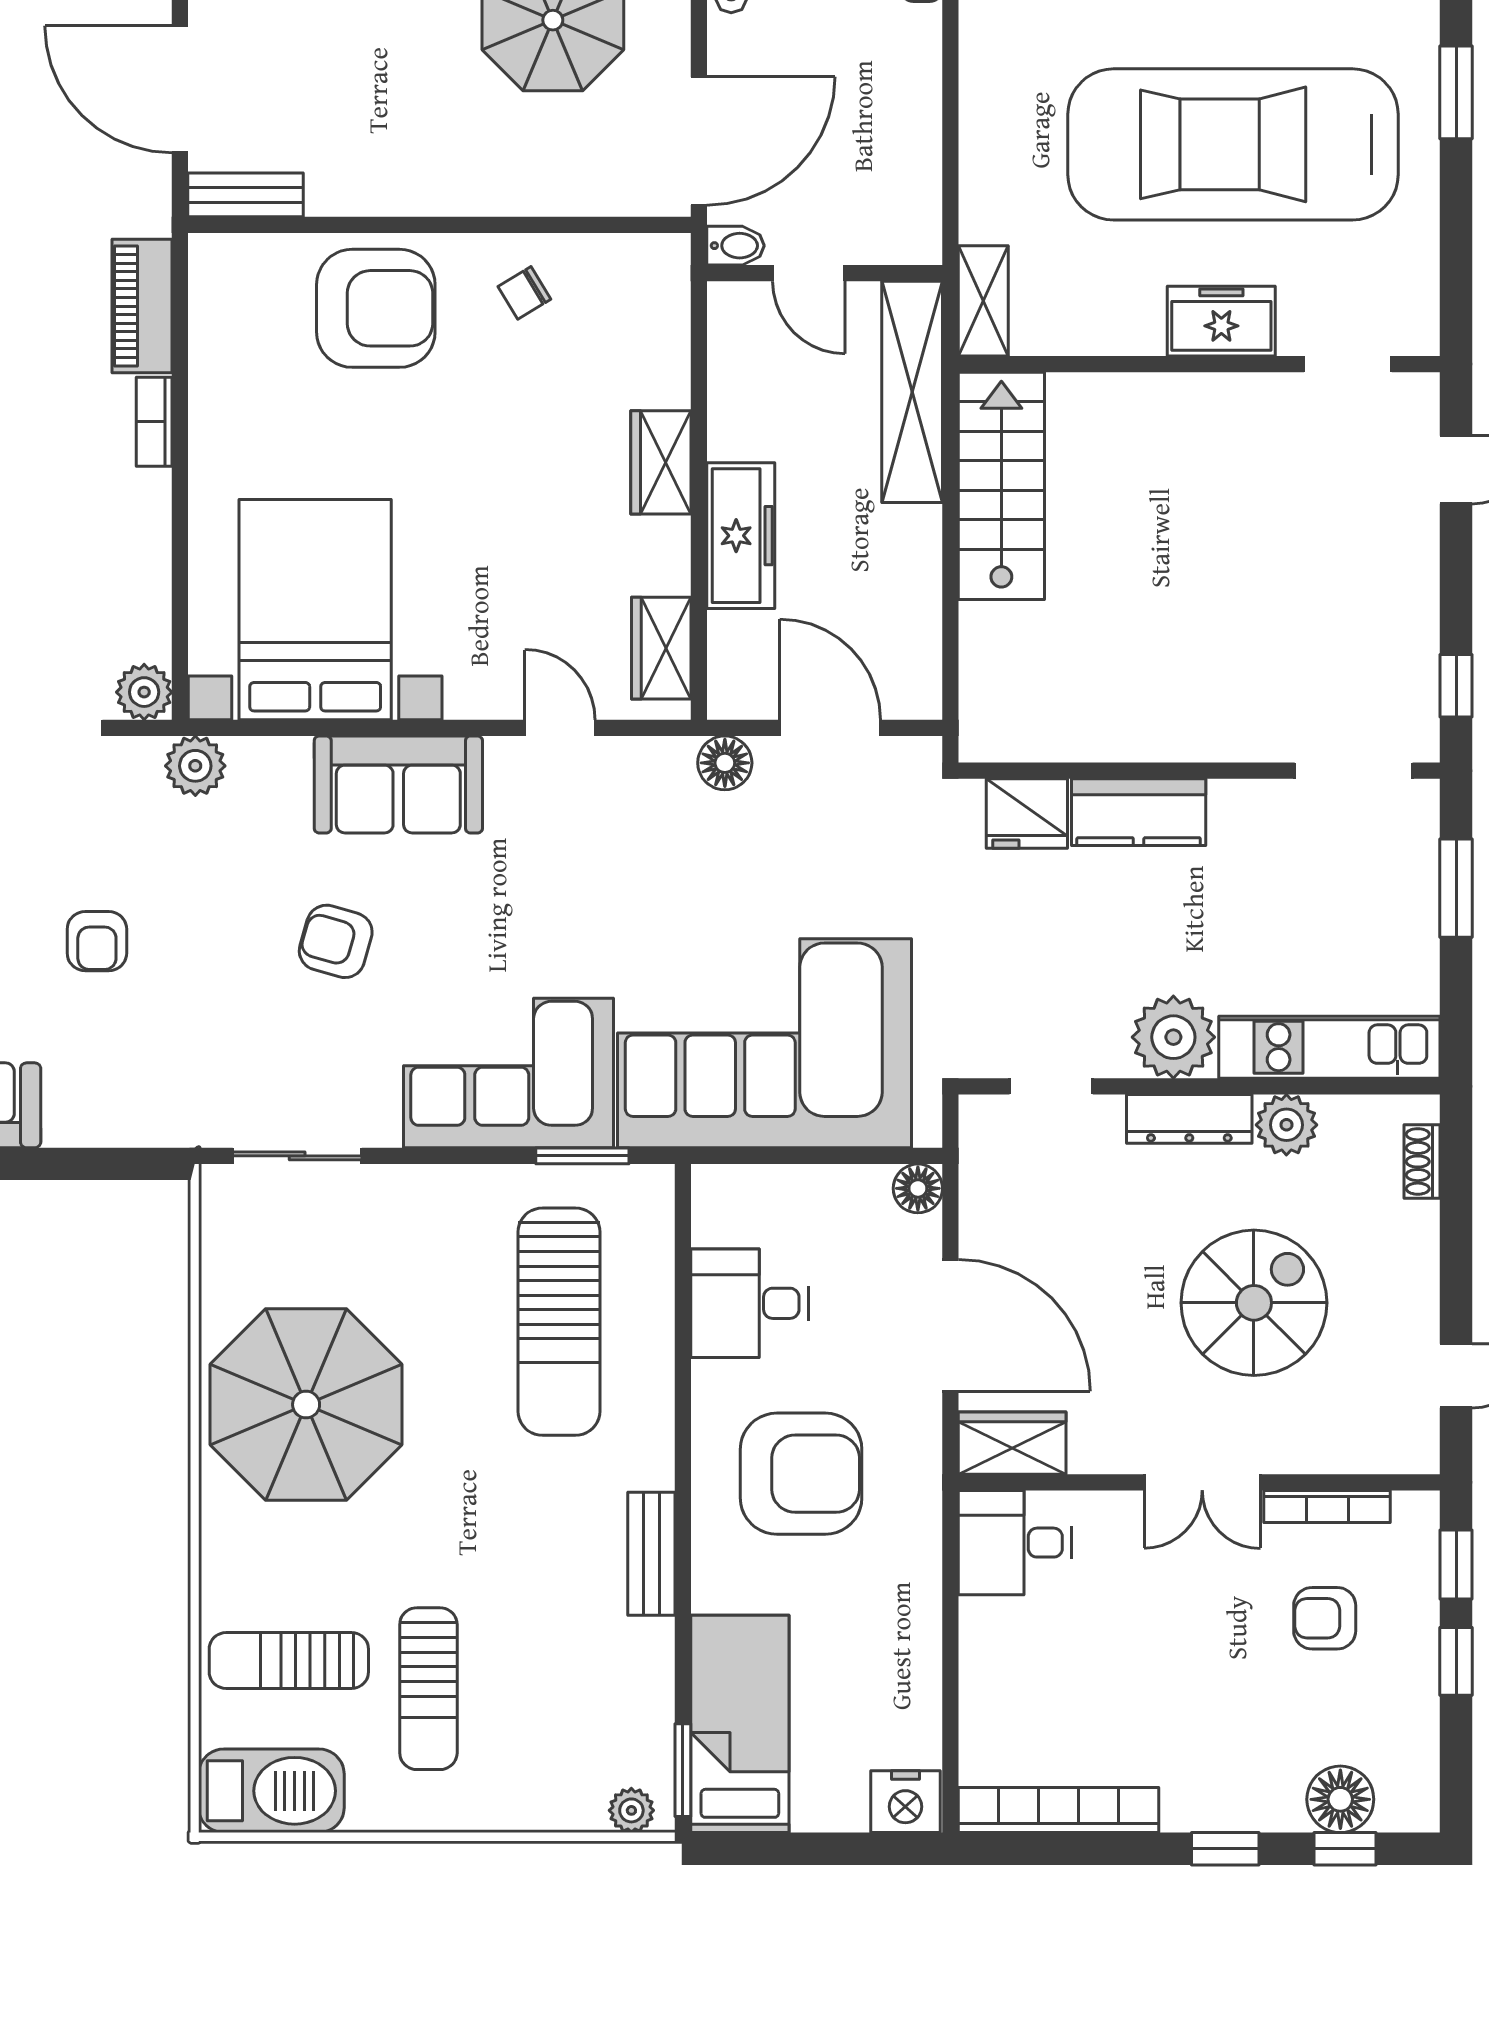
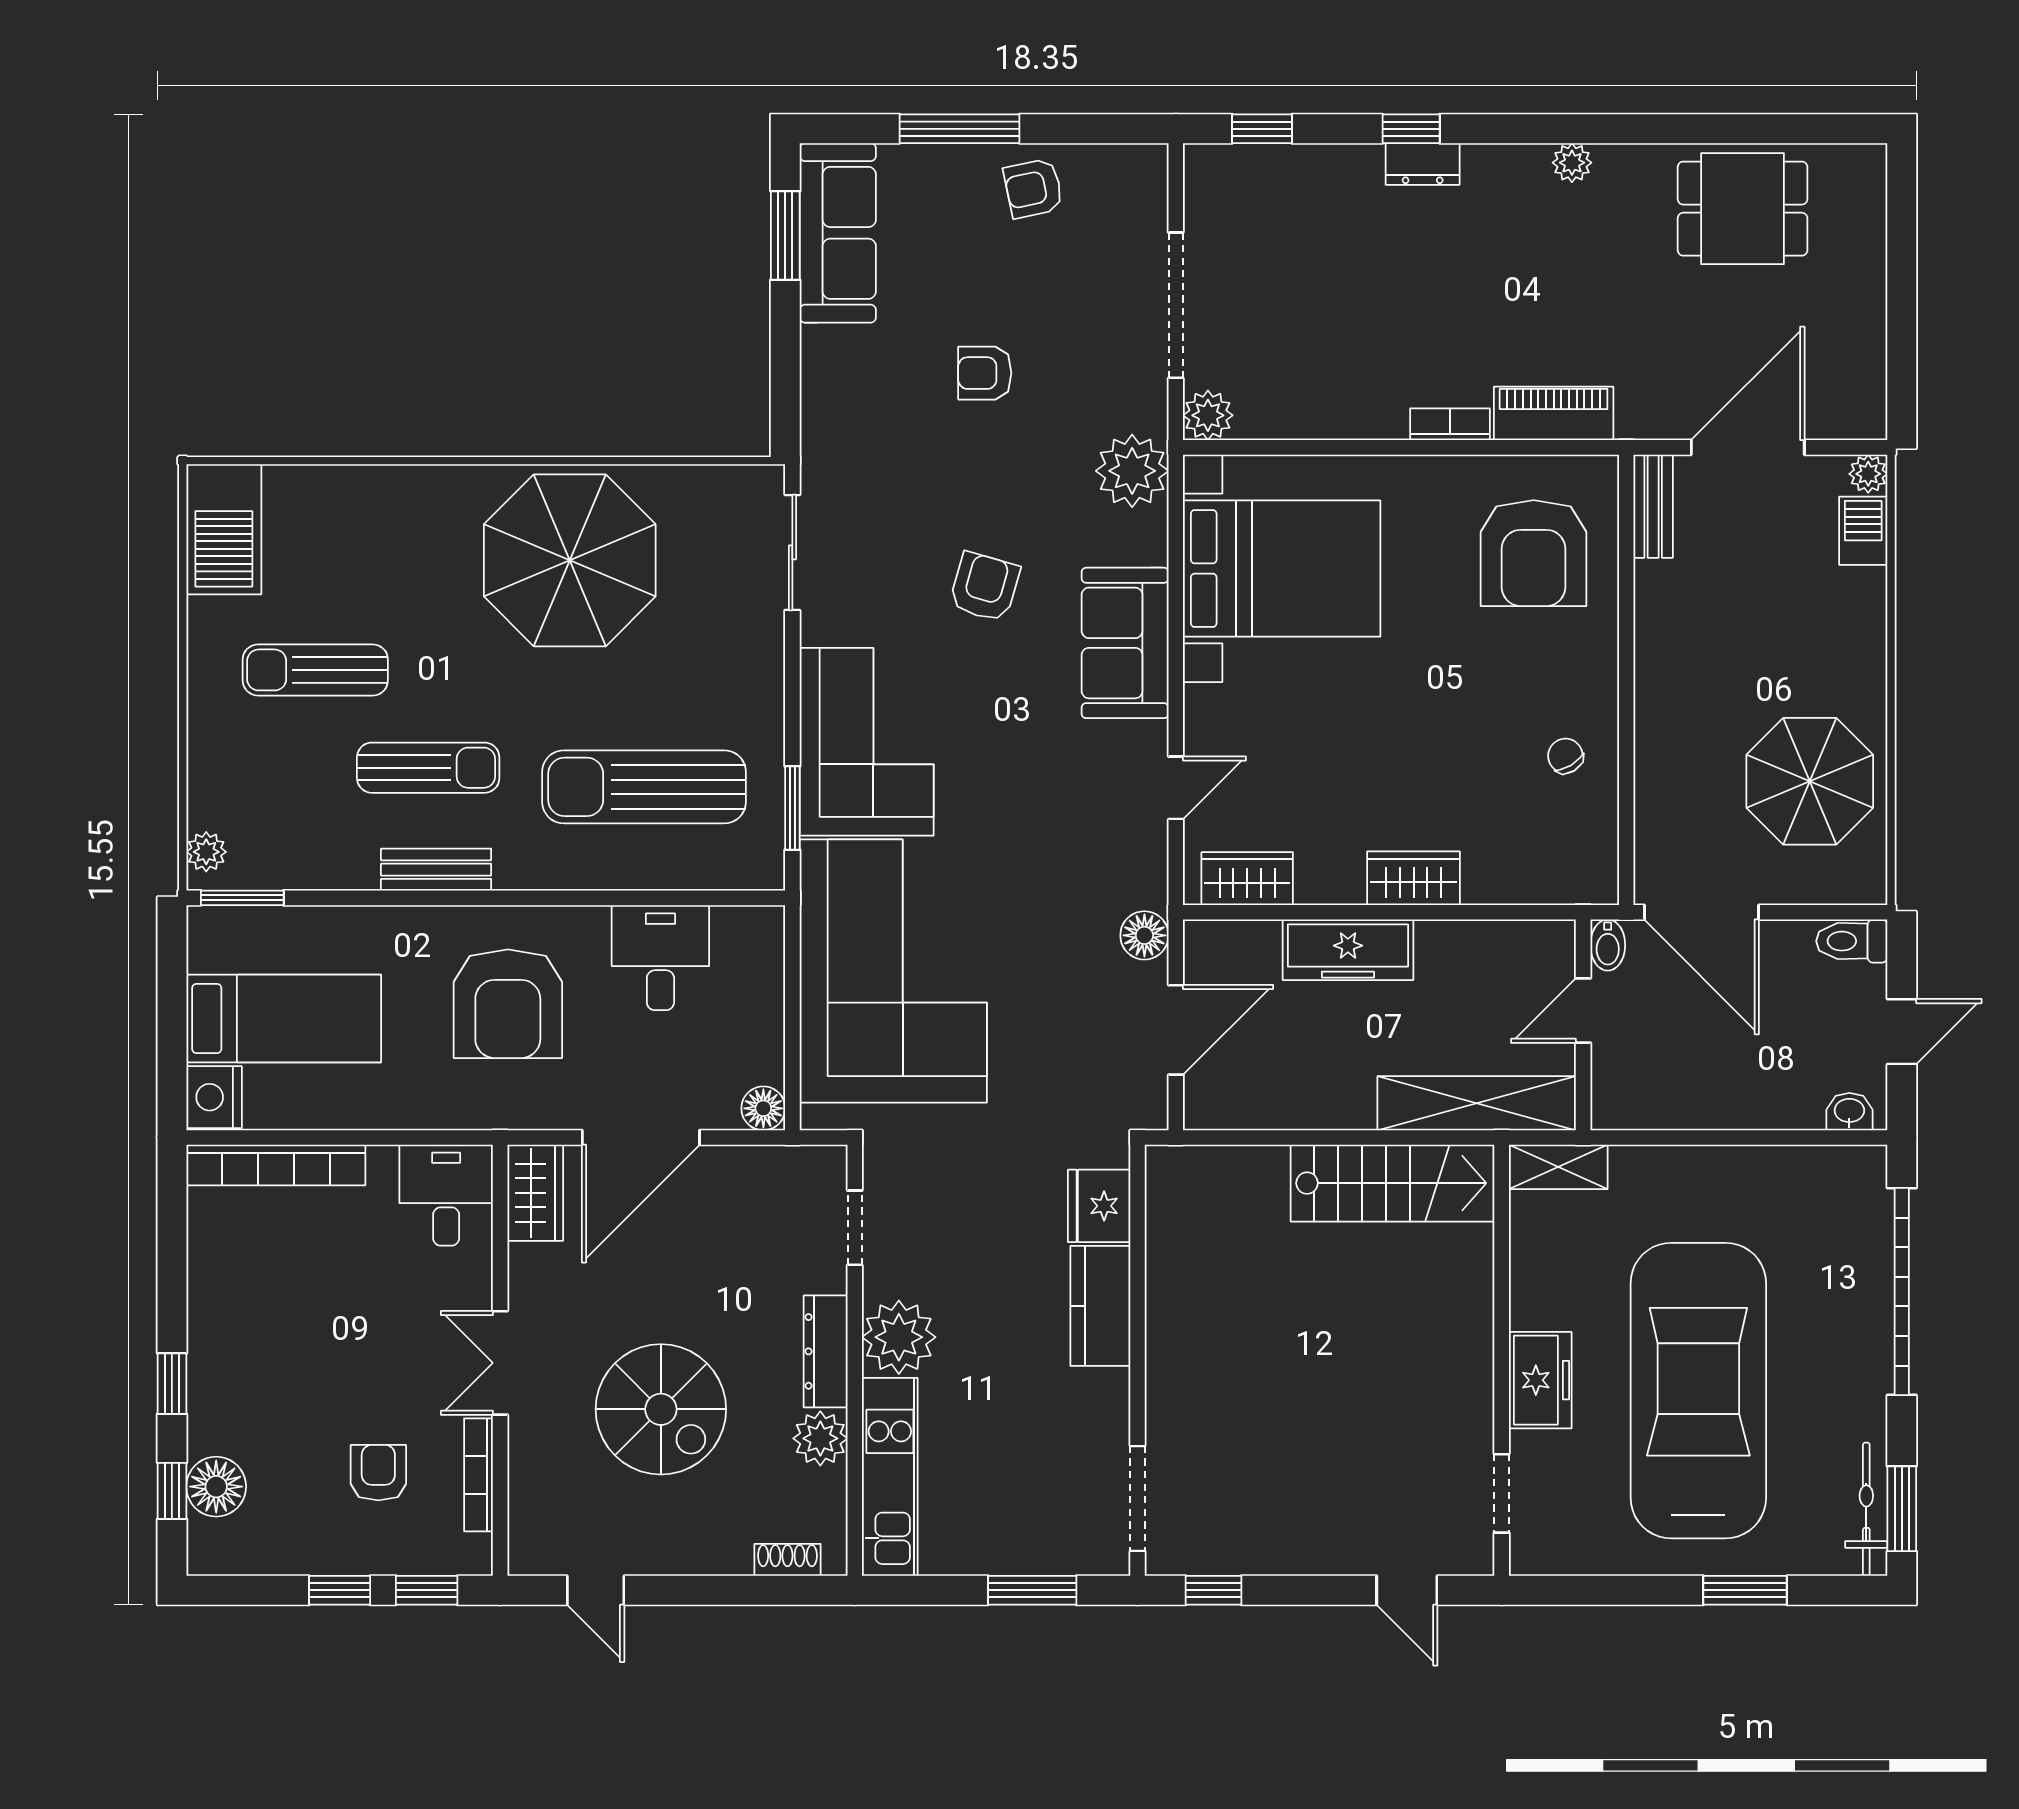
armchair: (376, 308) -> (1534, 553), moved
plant: (195, 766) -> (1132, 471), width x1.36, depth x1.36
sun lounger: (289, 1660) -> (428, 768), moved, turned 90
bed: (740, 1724) -> (284, 1019), moved
bookcase: (1058, 1810) -> (276, 1165), moved, turned 90

